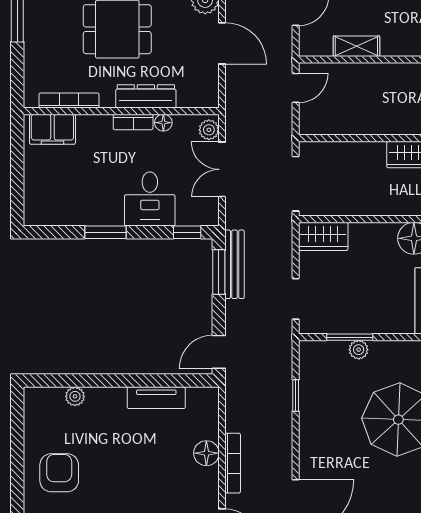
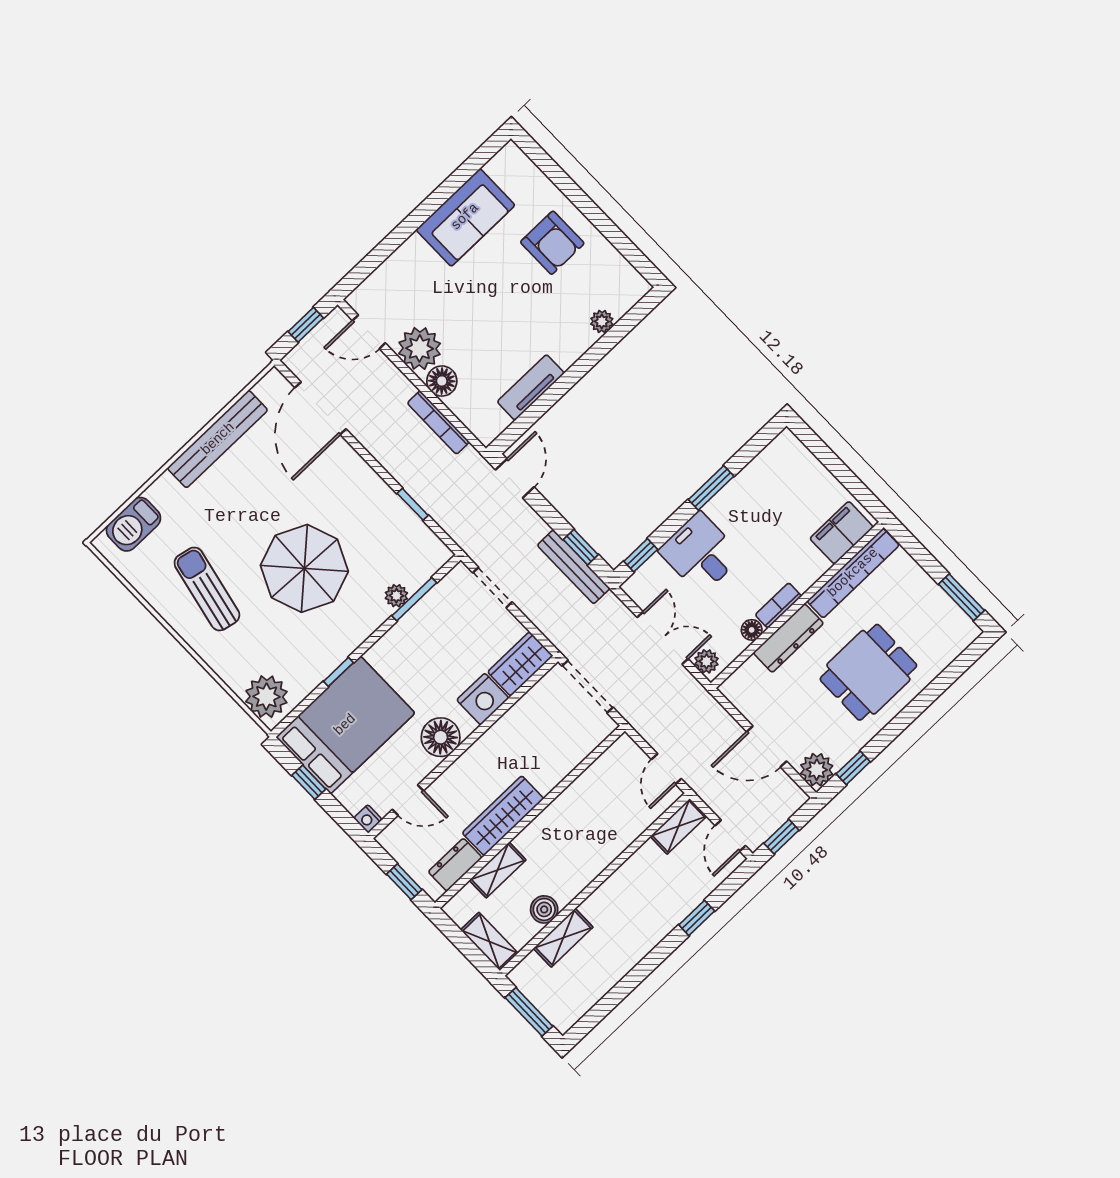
shelving: (356, 46) -> (678, 826), moved
bookcase: (69, 100) -> (853, 573), width x1.48, depth x1.31
nightstand: (366, 237) -> (483, 699), added
window: (219, 272) -> (581, 547), width x0.67
bookcase: (233, 463) -> (438, 422), moved
plant: (201, 486) -> (420, 348), added

